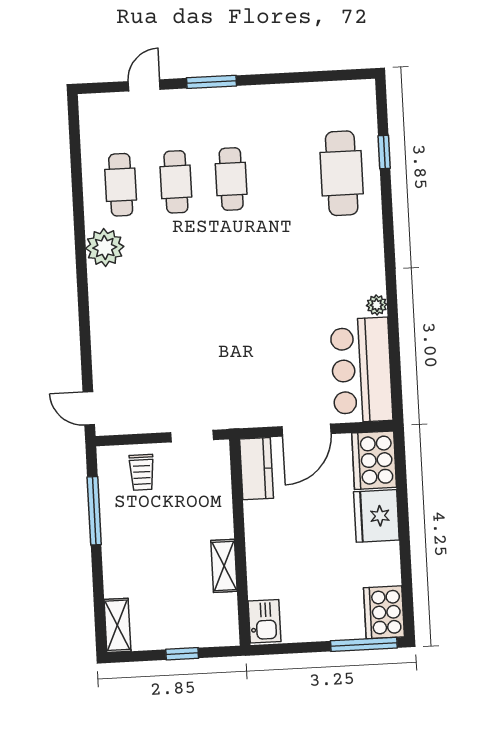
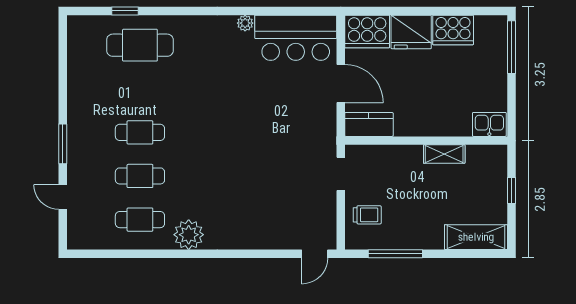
cooker: (384, 612) -> (453, 30), moved
shelving: (117, 625) -> (476, 237), width x1.50, depth x1.33

